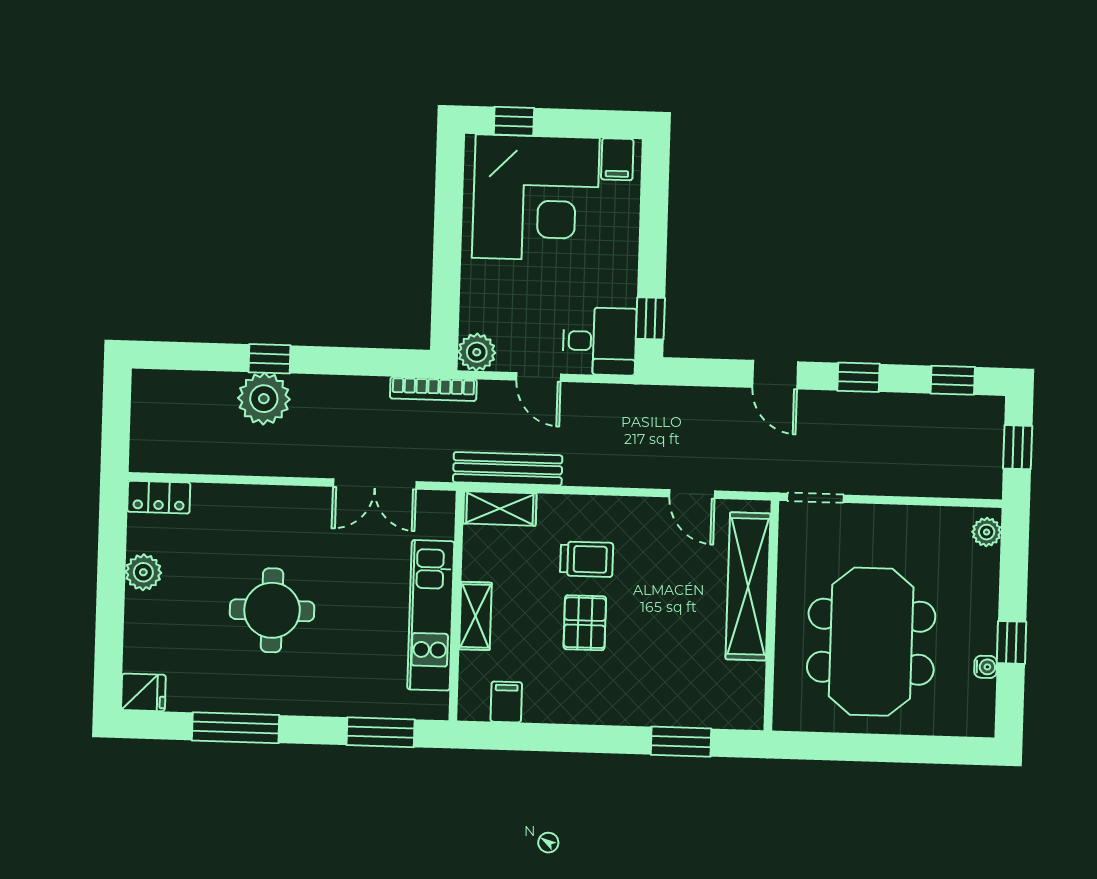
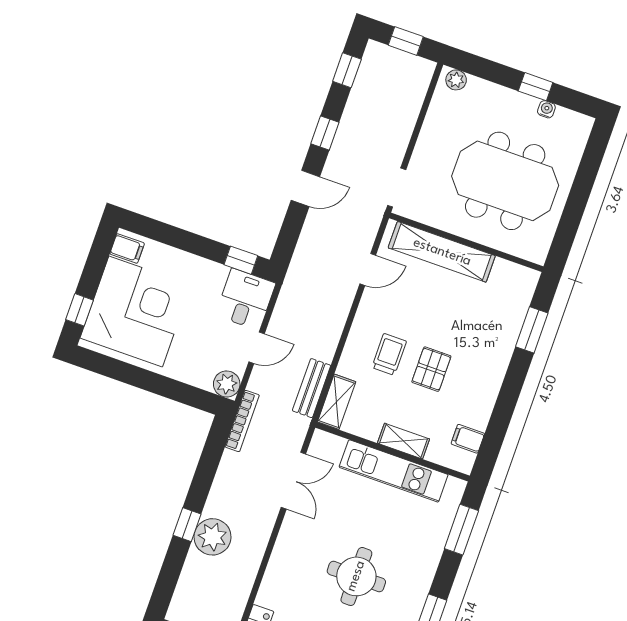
bench: (508, 469) -> (312, 388), width x0.73
pallet: (585, 623) -> (431, 369), turned 90

